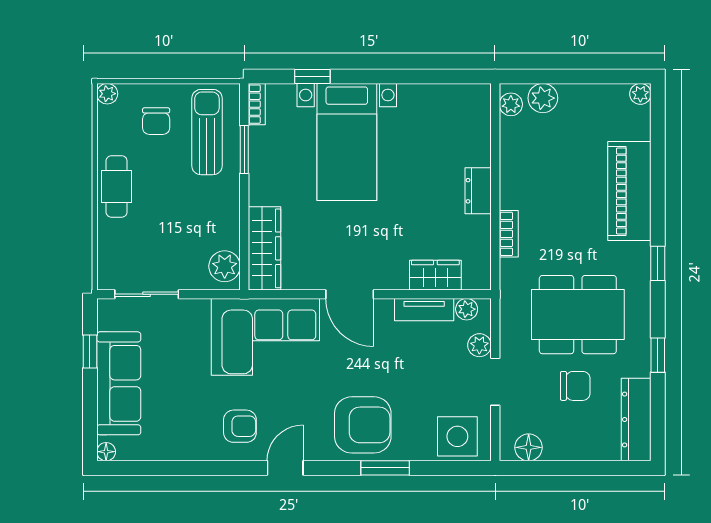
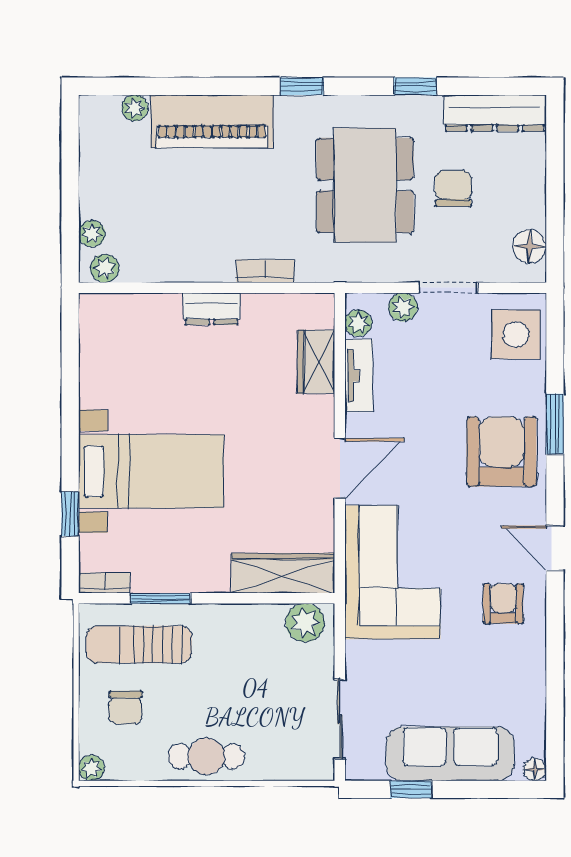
plant: (640, 94) -> (135, 108), moved
plant: (543, 98) -> (92, 234), width x0.73, depth x0.73
chair: (156, 121) -> (125, 707), turned 90

